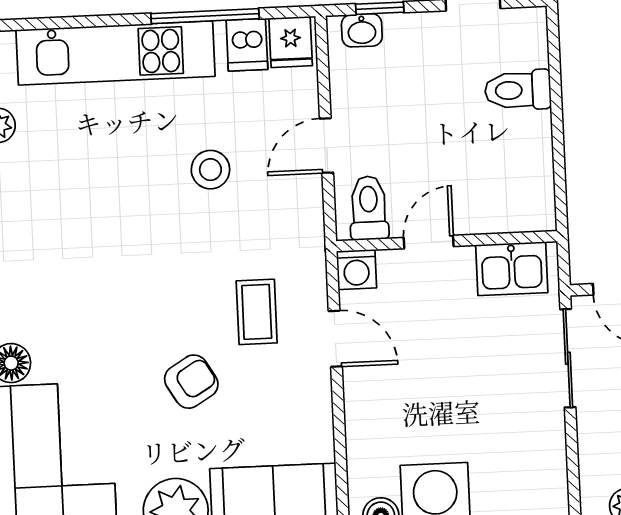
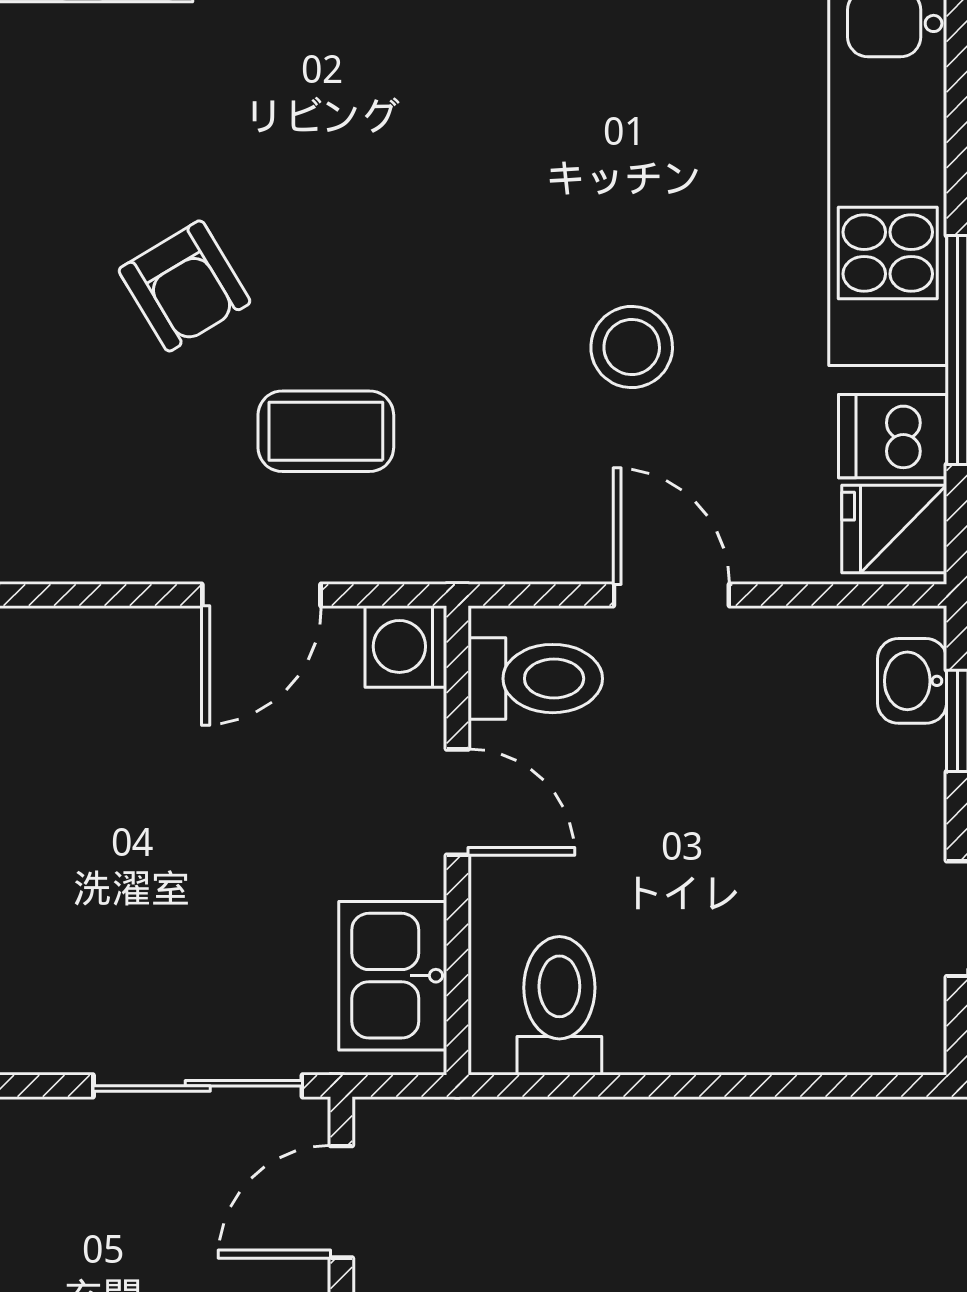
toilet: (518, 90) -> (559, 1006), moved

